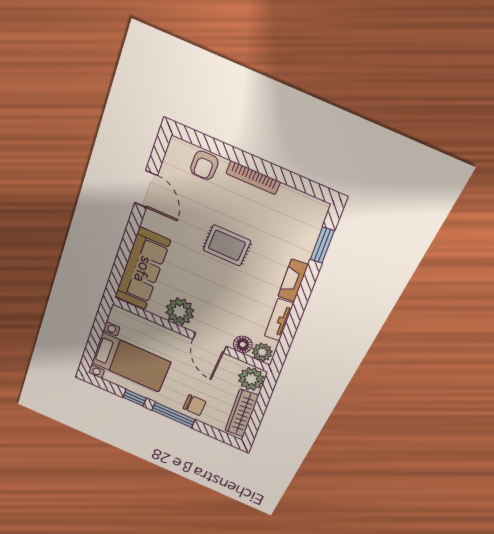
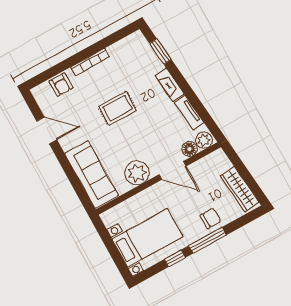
plant: (251, 379) -> (218, 162), removed

